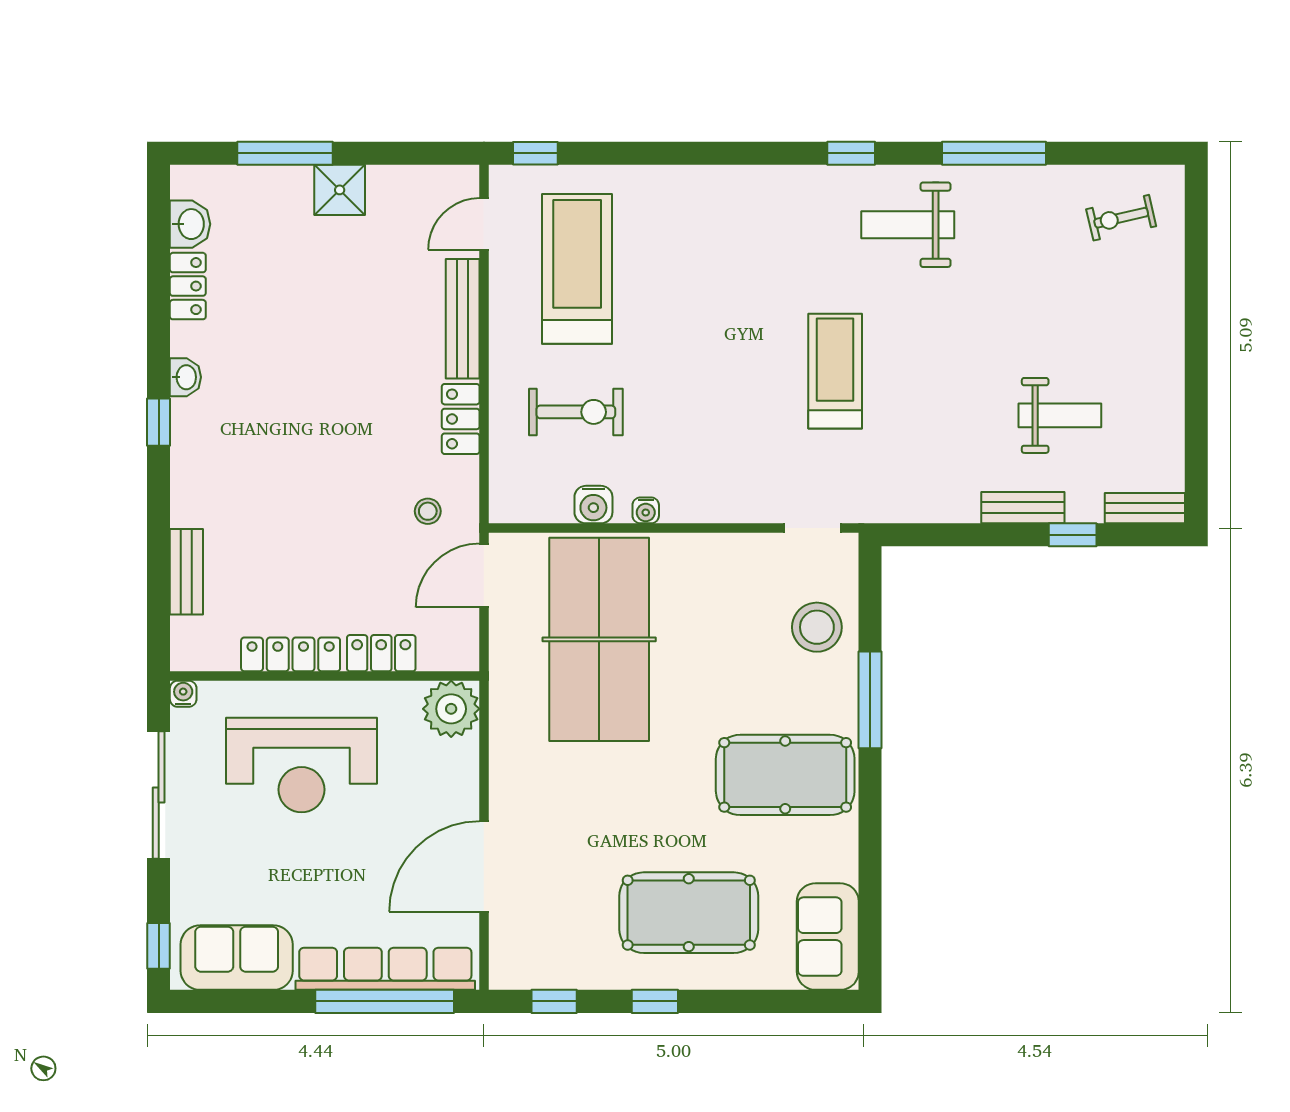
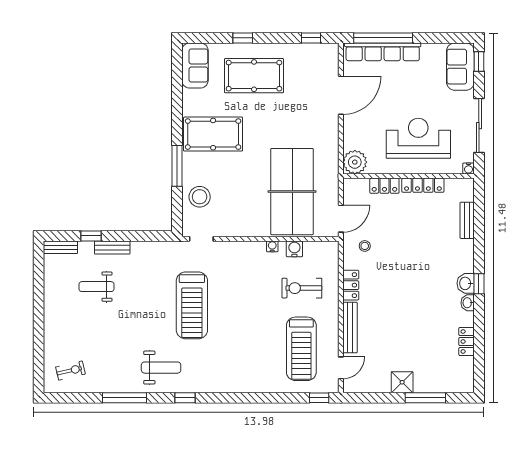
washbasin: (190, 224) -> (466, 283), moved
treadmill: (835, 371) -> (192, 305), width x1.37, depth x1.38
sofa: (237, 958) -> (460, 67), moved, turned 90
window: (655, 1001) -> (243, 38), moved

